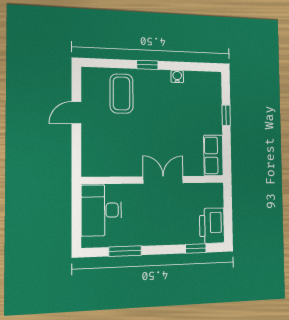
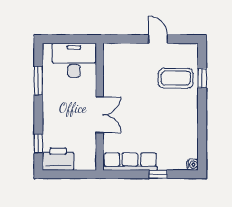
window: (147, 65) -> (202, 78), moved
water cooler: (177, 76) -> (193, 165), moved
row of seats: (213, 155) -> (130, 161), width x1.48

